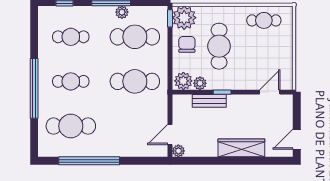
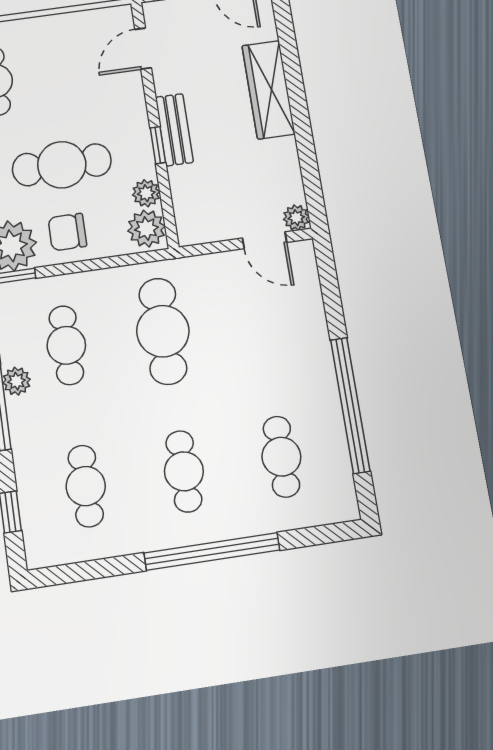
cafe table: (135, 37) -> (66, 345), width x0.73, depth x0.74
door: (270, 92) -> (143, 49), hinge flipped
bench: (209, 101) -> (174, 130), moved
cafe table: (71, 126) -> (281, 457), width x0.73, depth x0.74

